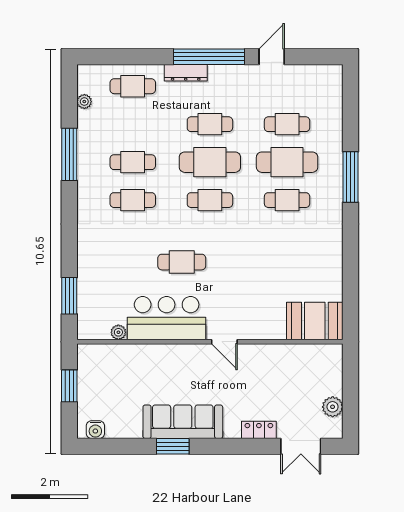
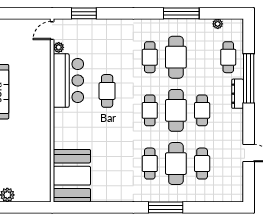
window: (209, 57) -> (249, 78), moved
cafe table: (133, 162) -> (176, 57), width x1.37, depth x1.35
booth: (315, 321) -> (72, 176), width x1.36, depth x1.42
door: (224, 342) -> (52, 31), moved
window: (69, 386) -> (22, 13), removed

